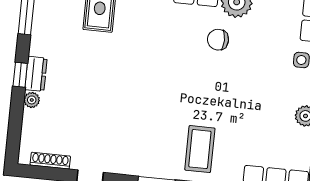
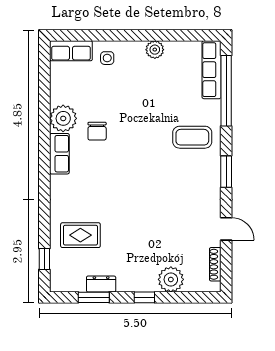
dresser: (36, 74) -> (101, 284), moved
plant: (32, 100) -> (171, 279), width x1.88, depth x1.88

